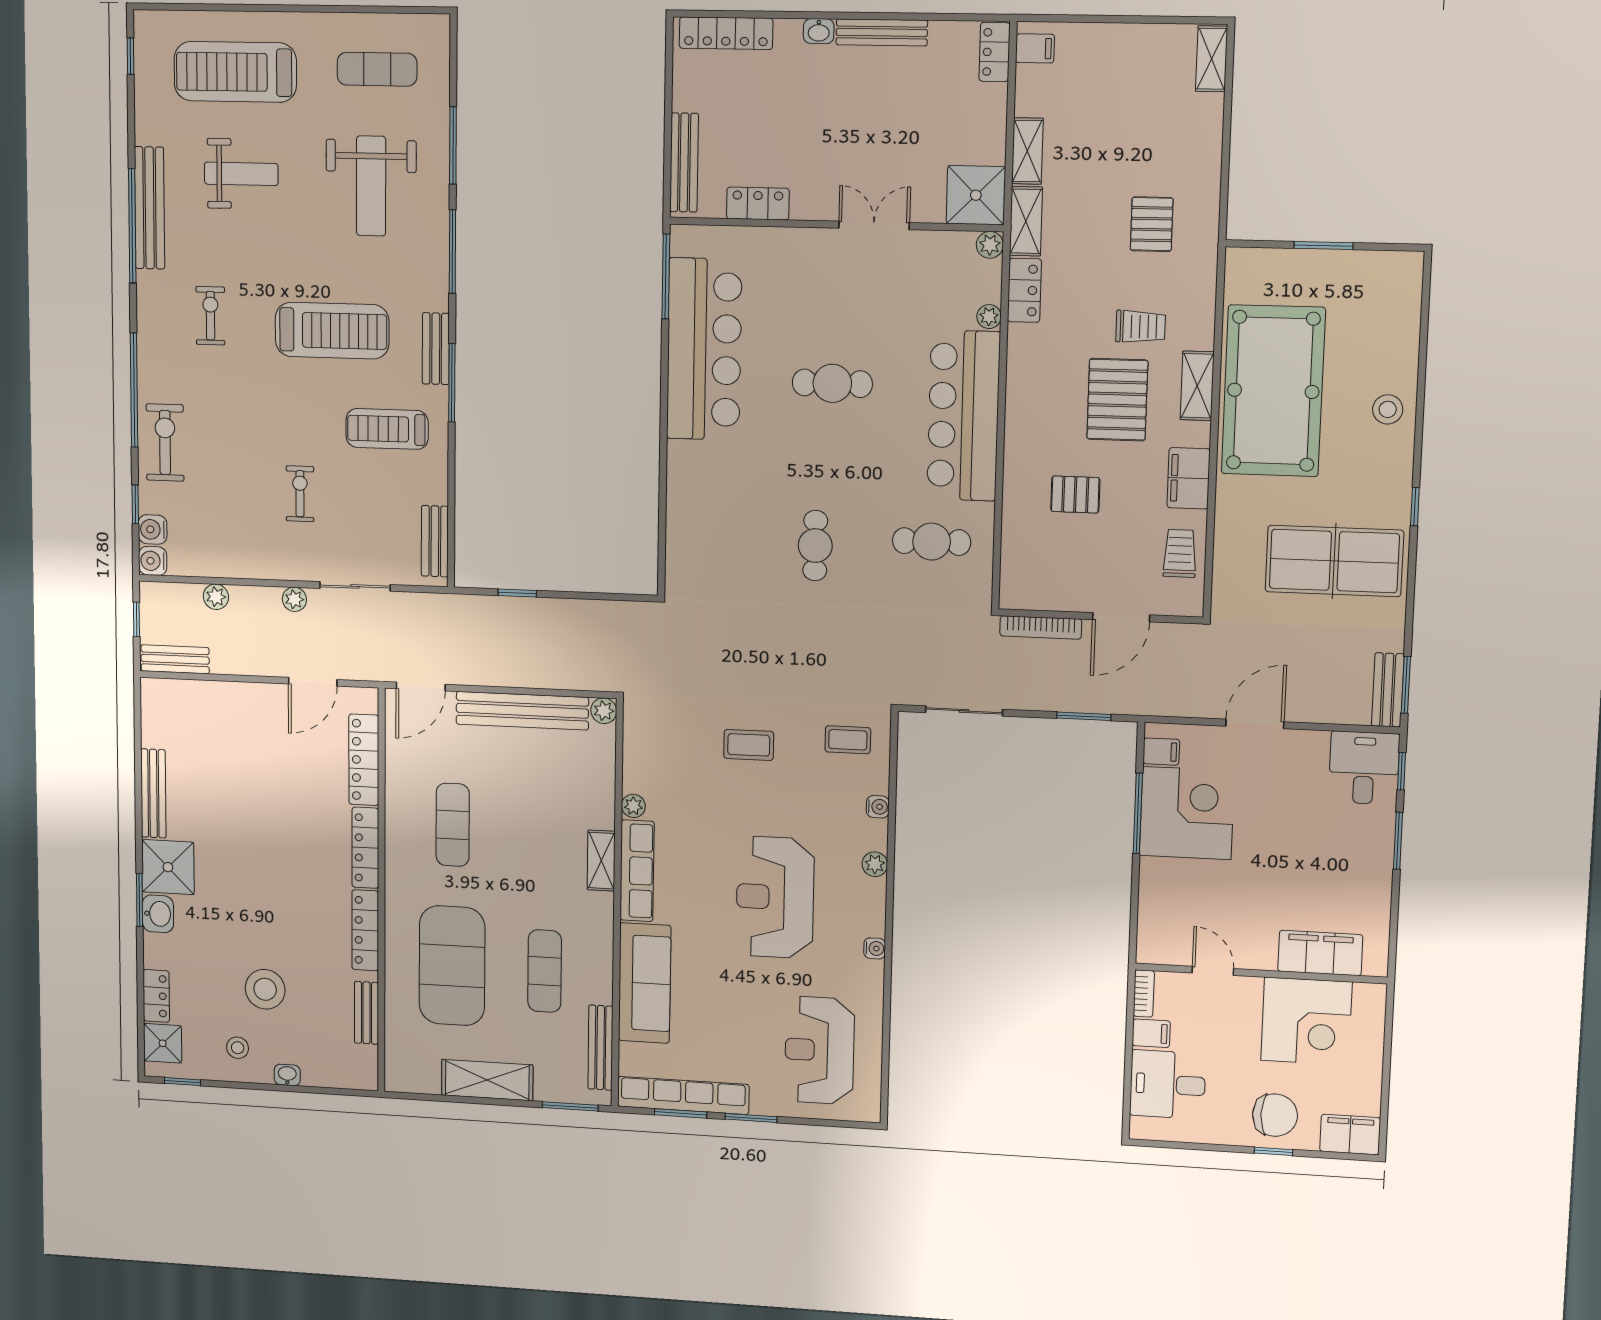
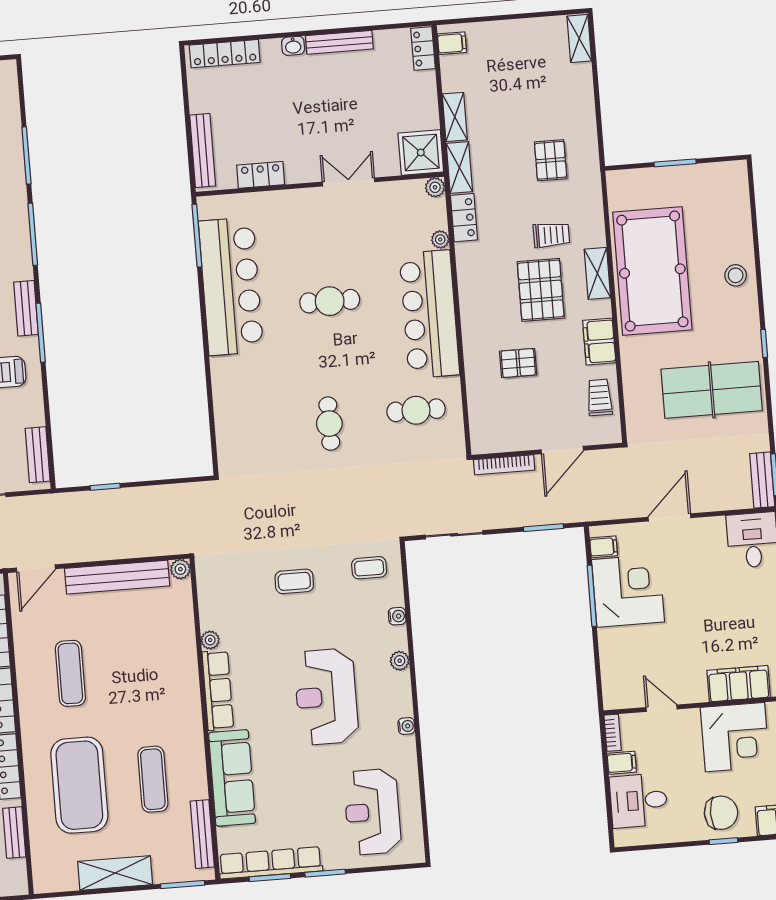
shelving: (601, 861) -> (189, 686), removed

